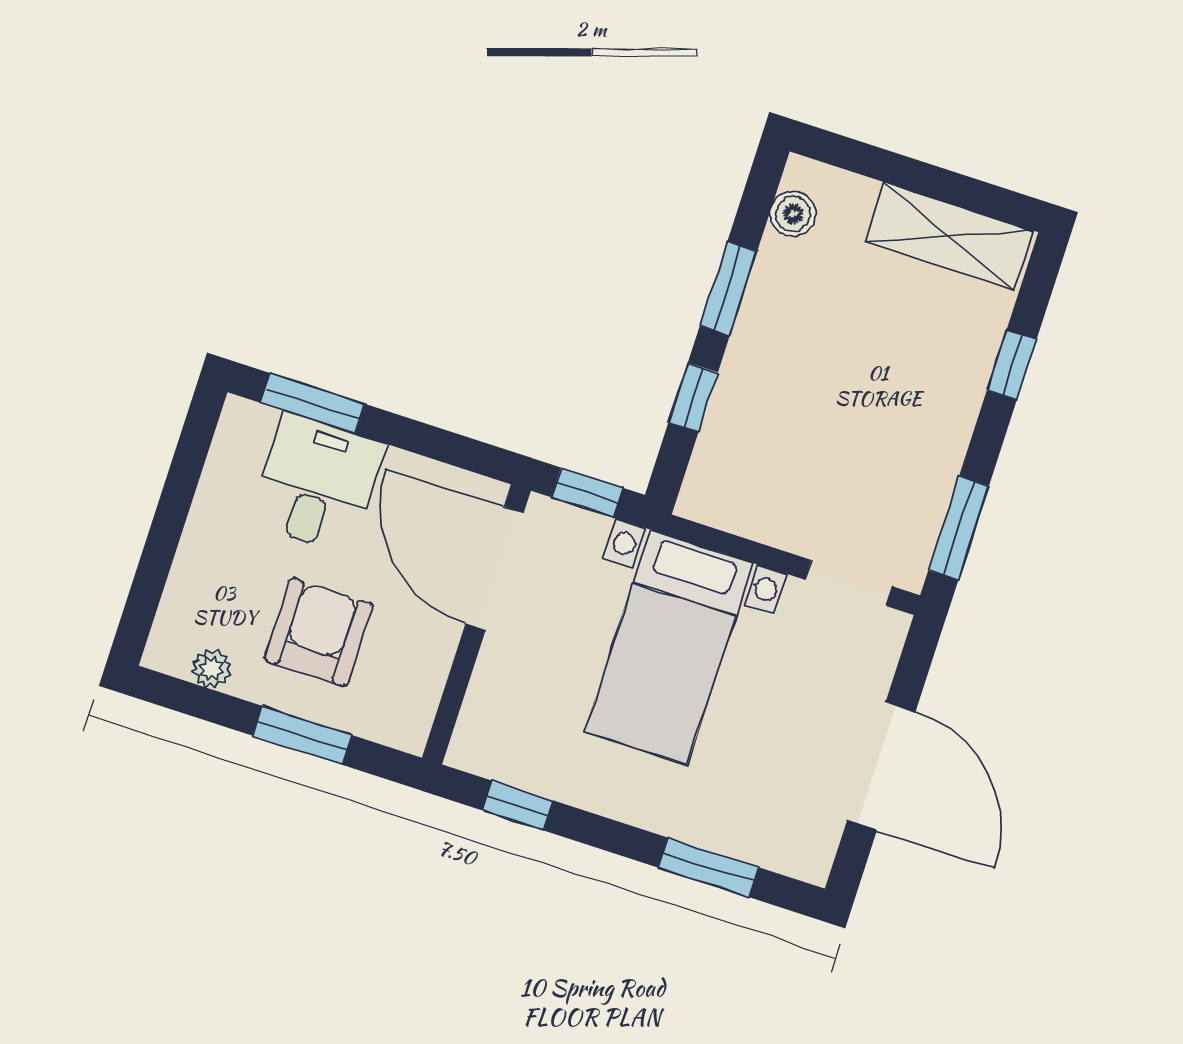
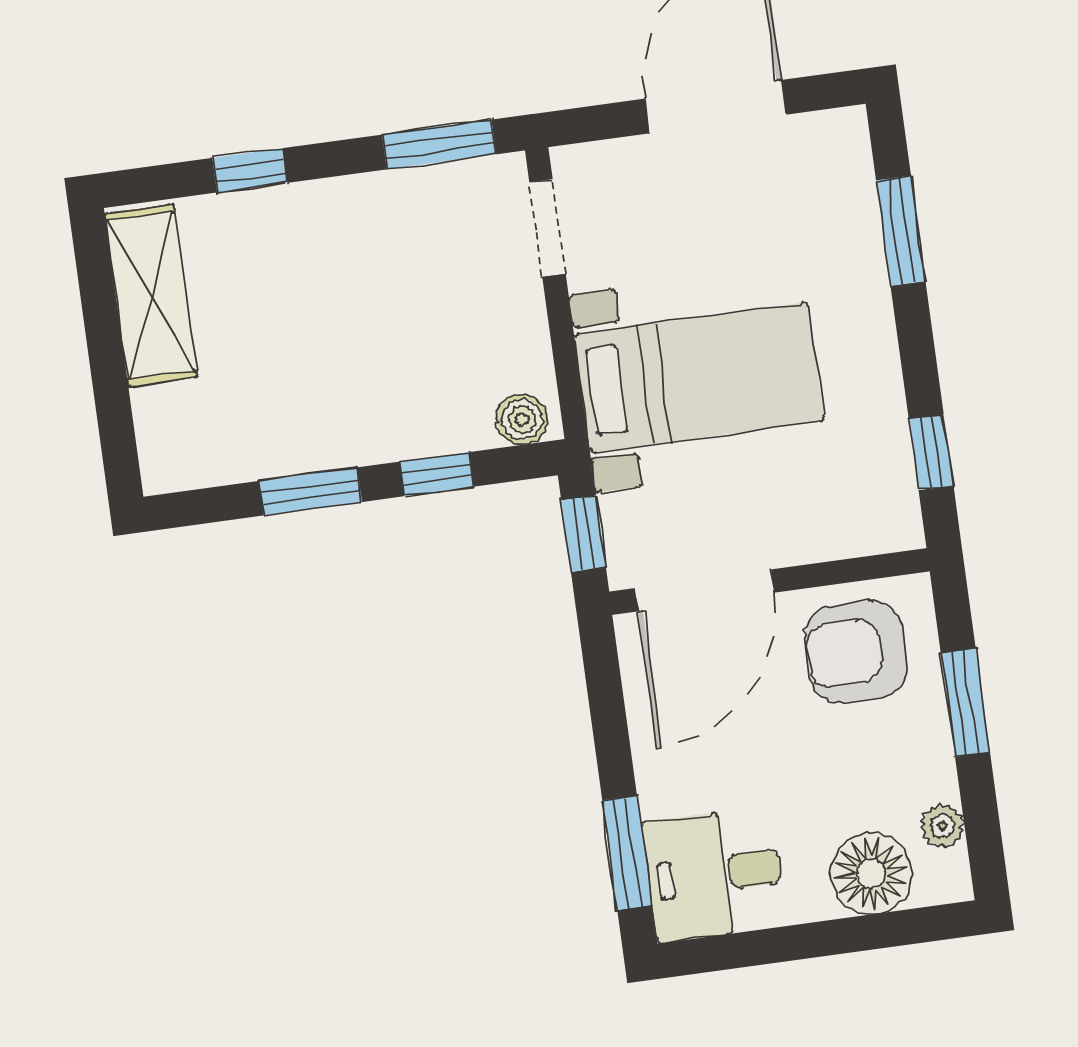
boiler: (793, 214) -> (522, 419), moved
desk: (317, 484) -> (714, 874), moved
floor lamp: (201, 592) -> (871, 873), added
armchair: (319, 632) -> (856, 652), moved

